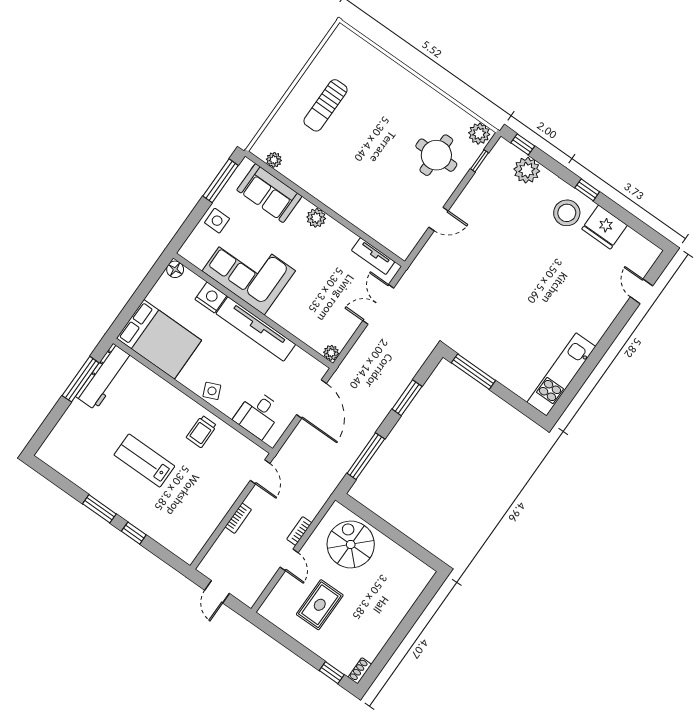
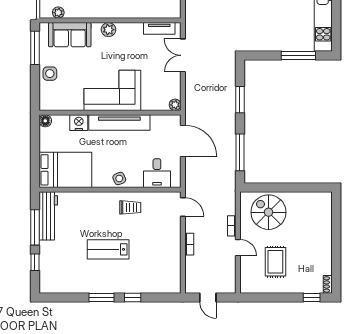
corner sofa: (249, 271) -> (112, 90), moved
window: (473, 372) -> (298, 55), moved
window: (53, 418) -> (35, 262), added
trolley: (202, 431) -> (130, 207), turned -90

